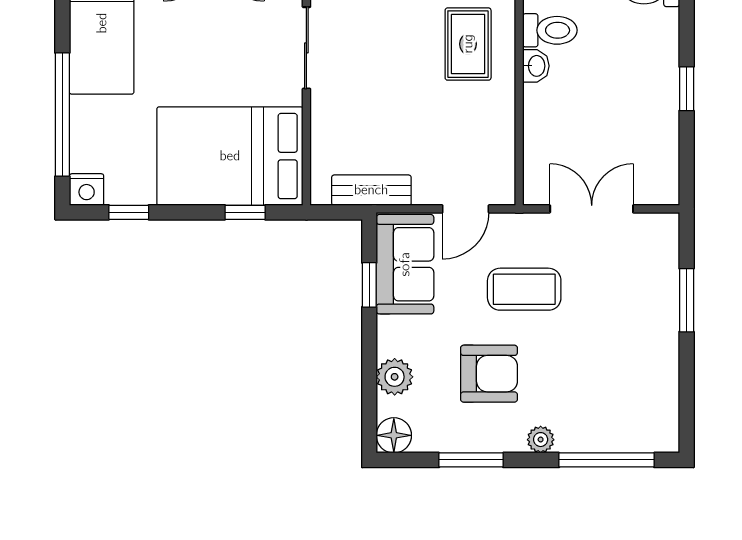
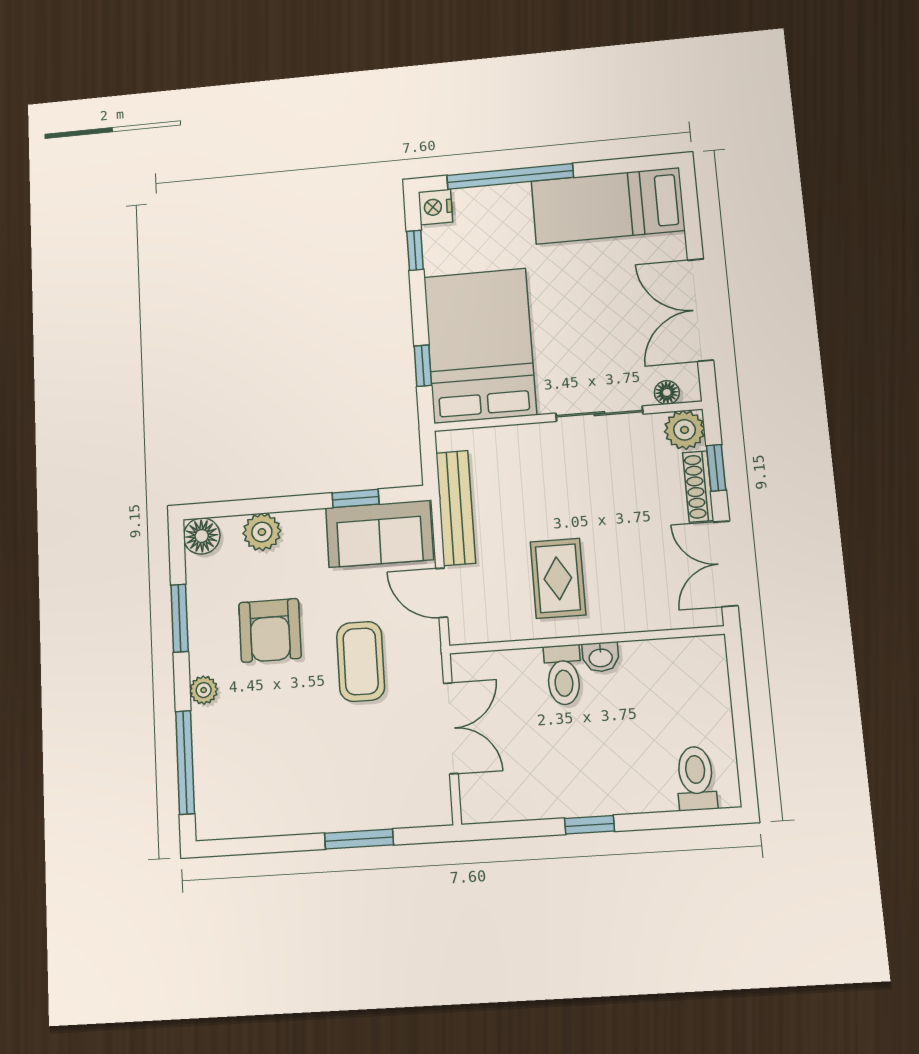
toilet: (550, 30) -> (563, 675), moved
rug: (468, 44) -> (558, 578), moved, turned 90
bench: (371, 190) -> (456, 508), width x1.36

